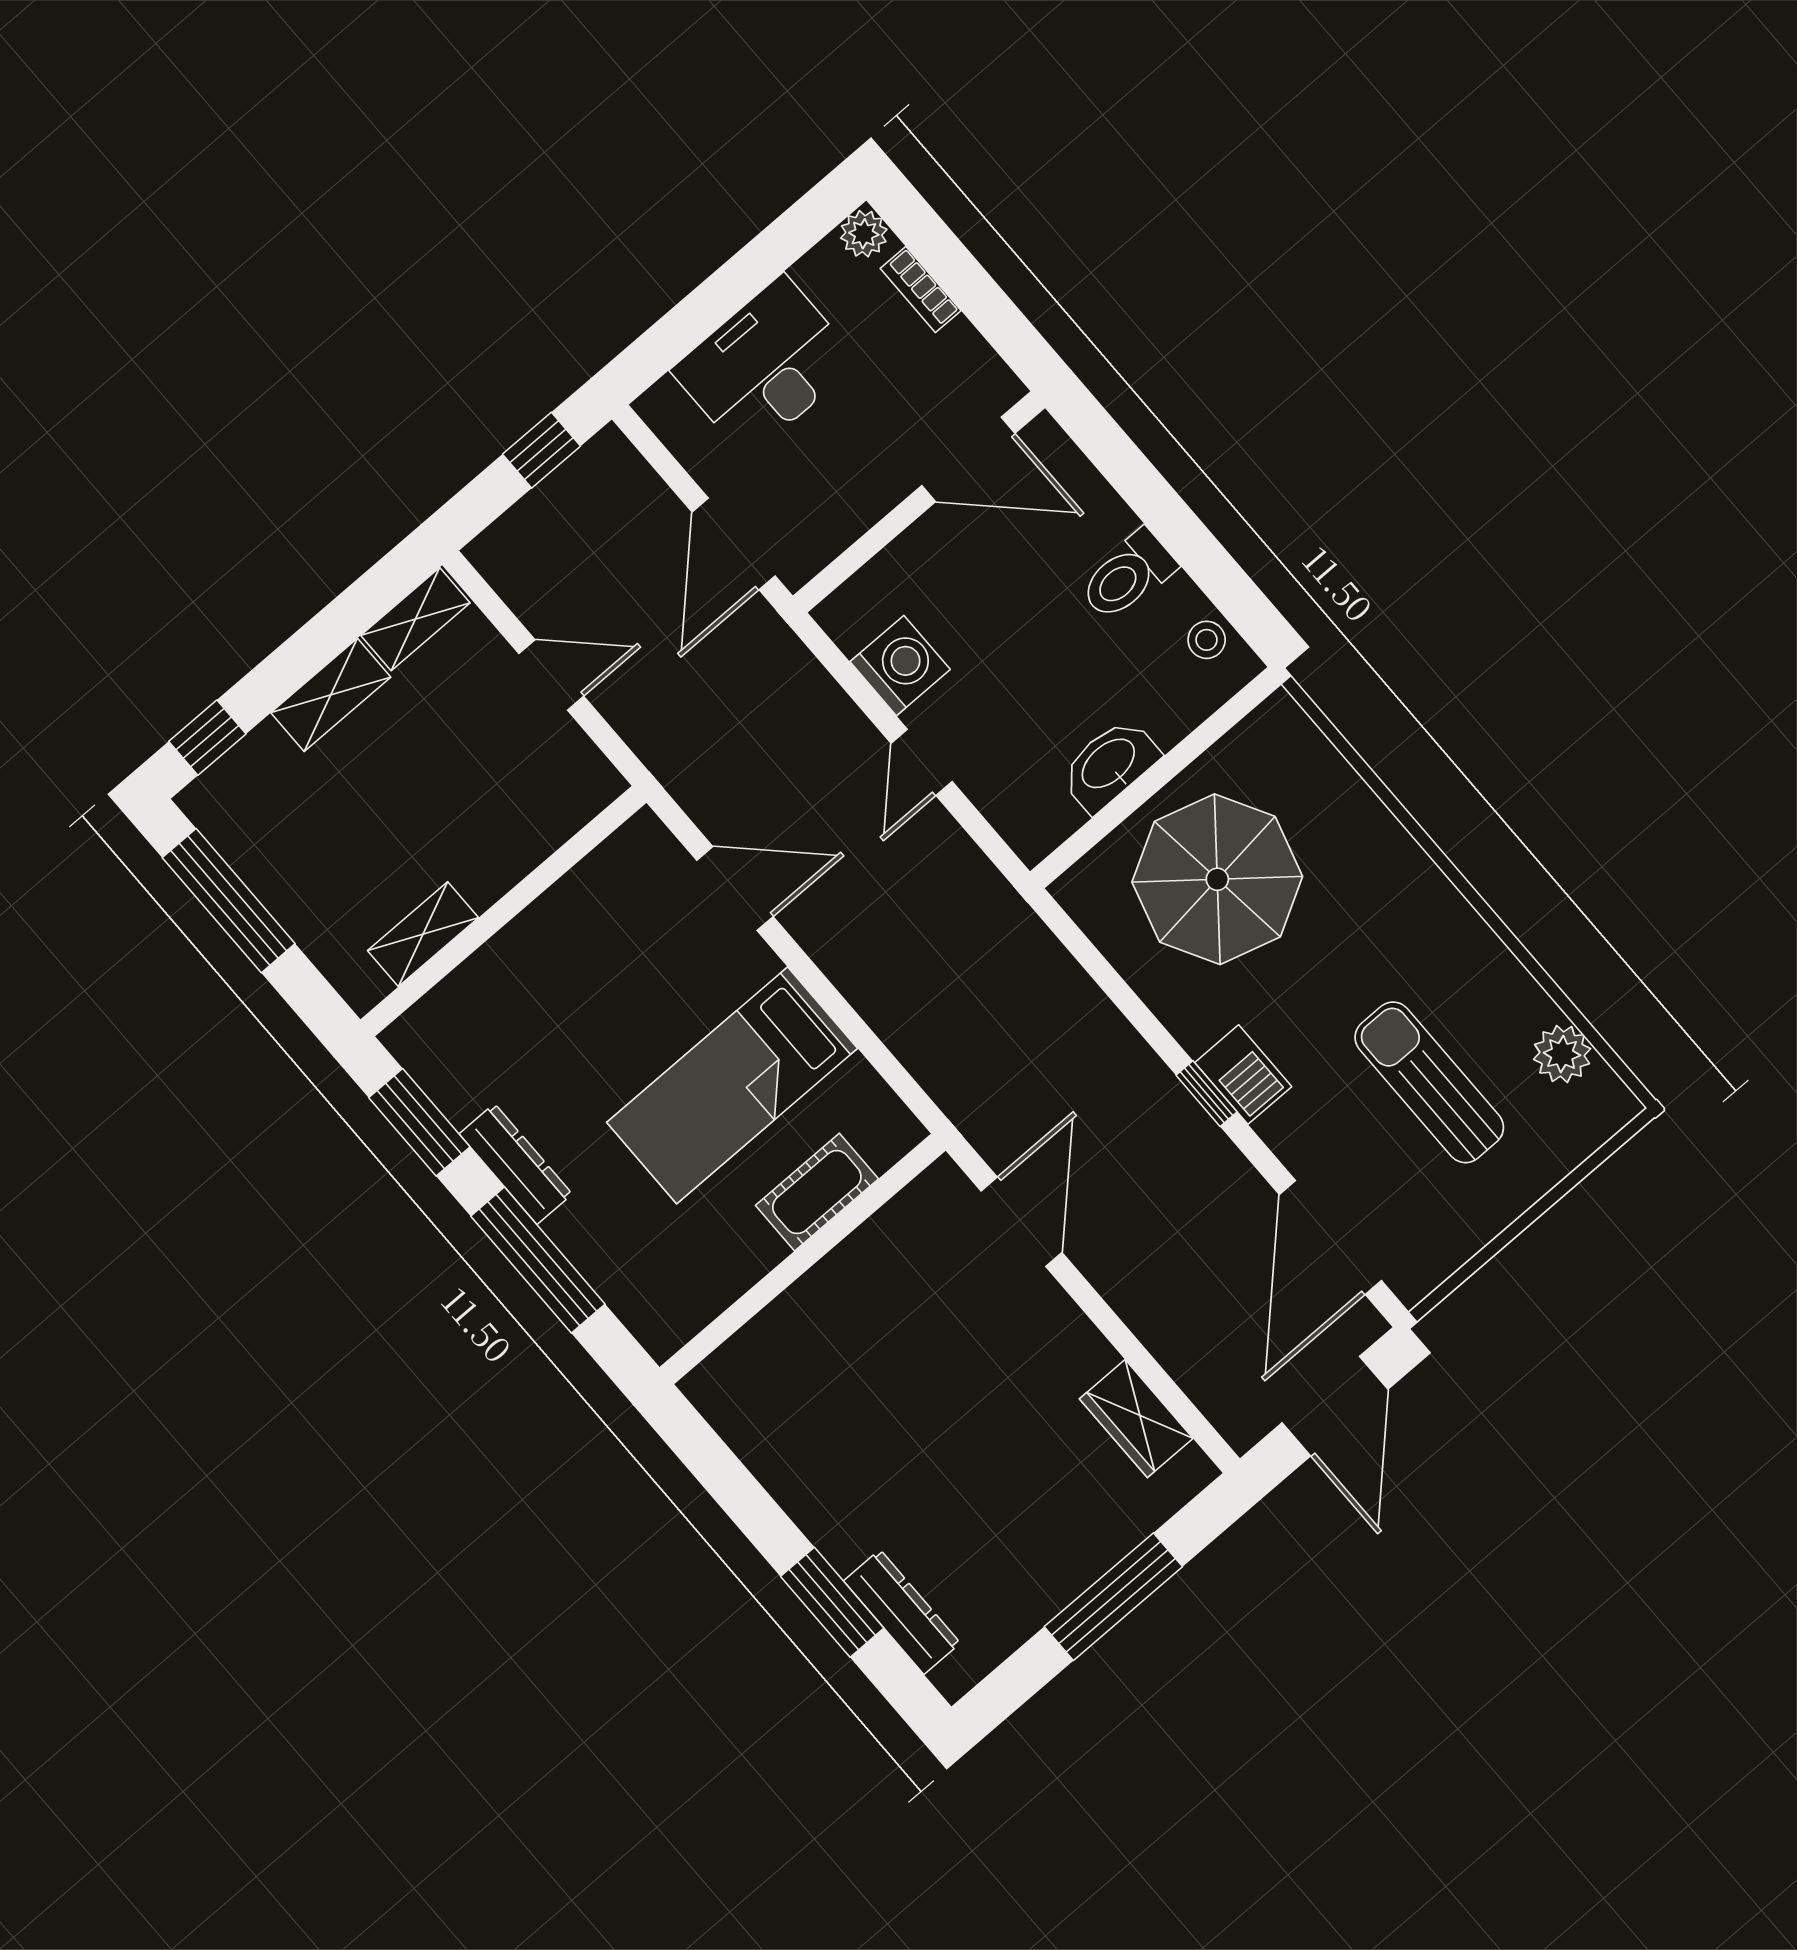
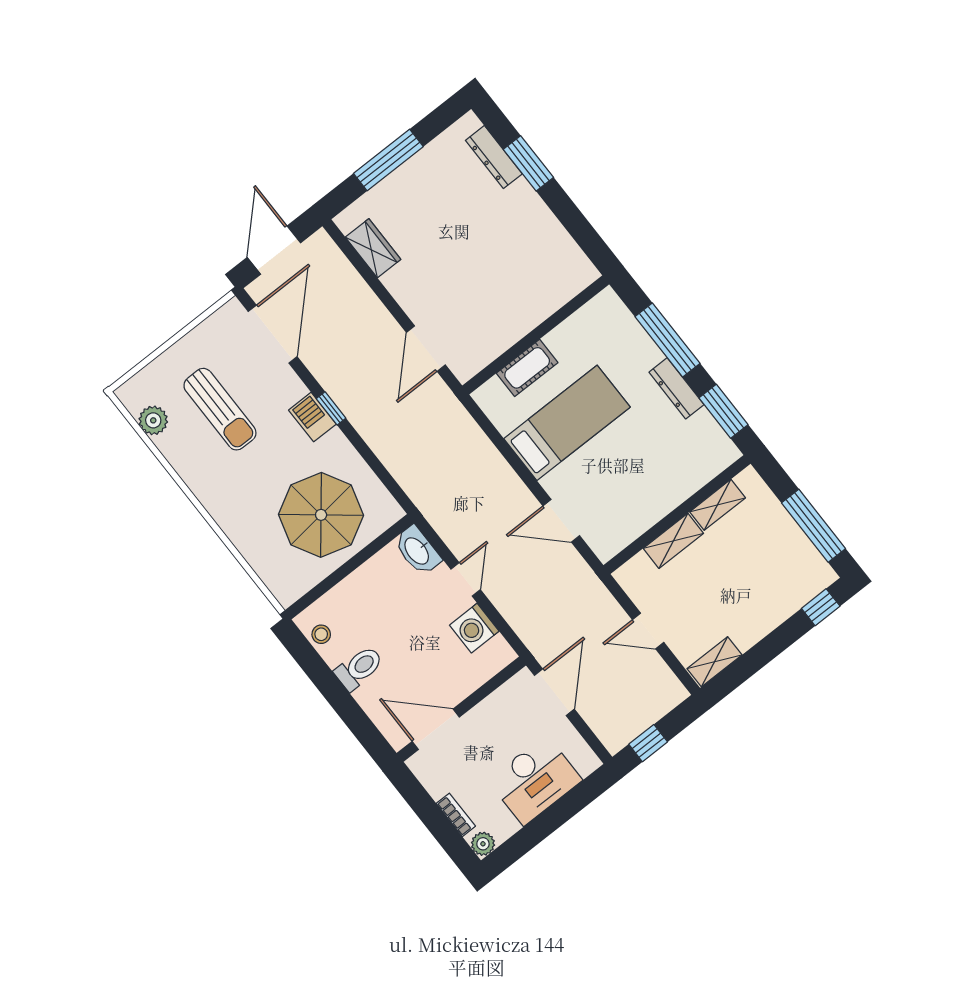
shelving: (331, 695) -> (673, 541), moved
washbasin: (1109, 765) -> (417, 550), moved, turned 90

